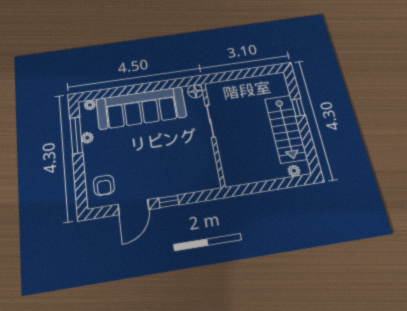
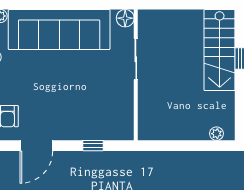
stairs: (286, 129) -> (220, 50), moved
window: (169, 201) -> (93, 146), moved

